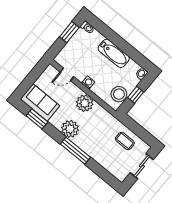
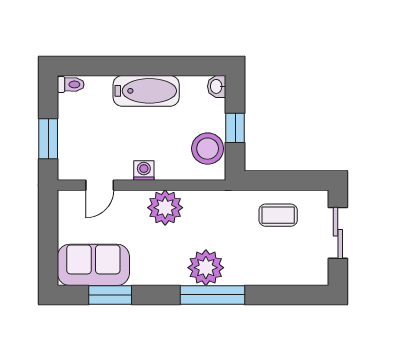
window: (69, 32) -> (48, 139), moved
plant: (70, 129) -> (206, 268), moved

